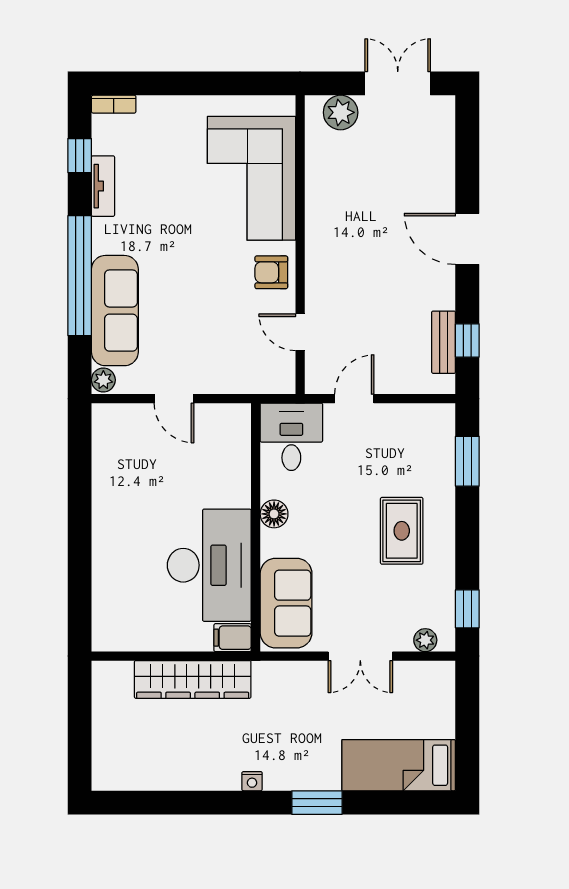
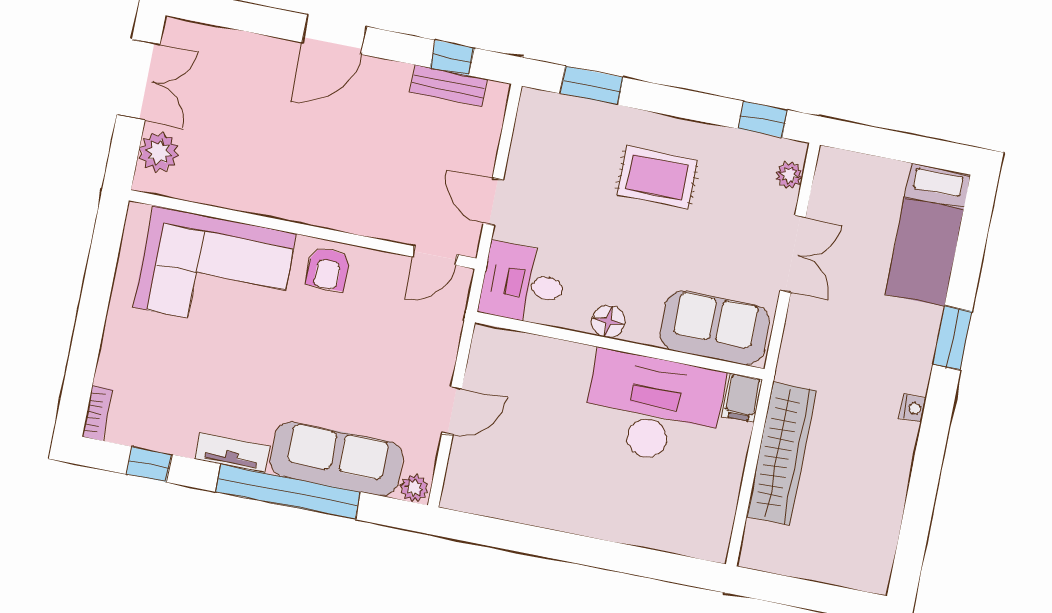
double door: (398, 83) -> (138, 79), swing flipped
tv unit: (103, 186) -> (232, 453), moved
door: (300, 332) -> (435, 256), moved

